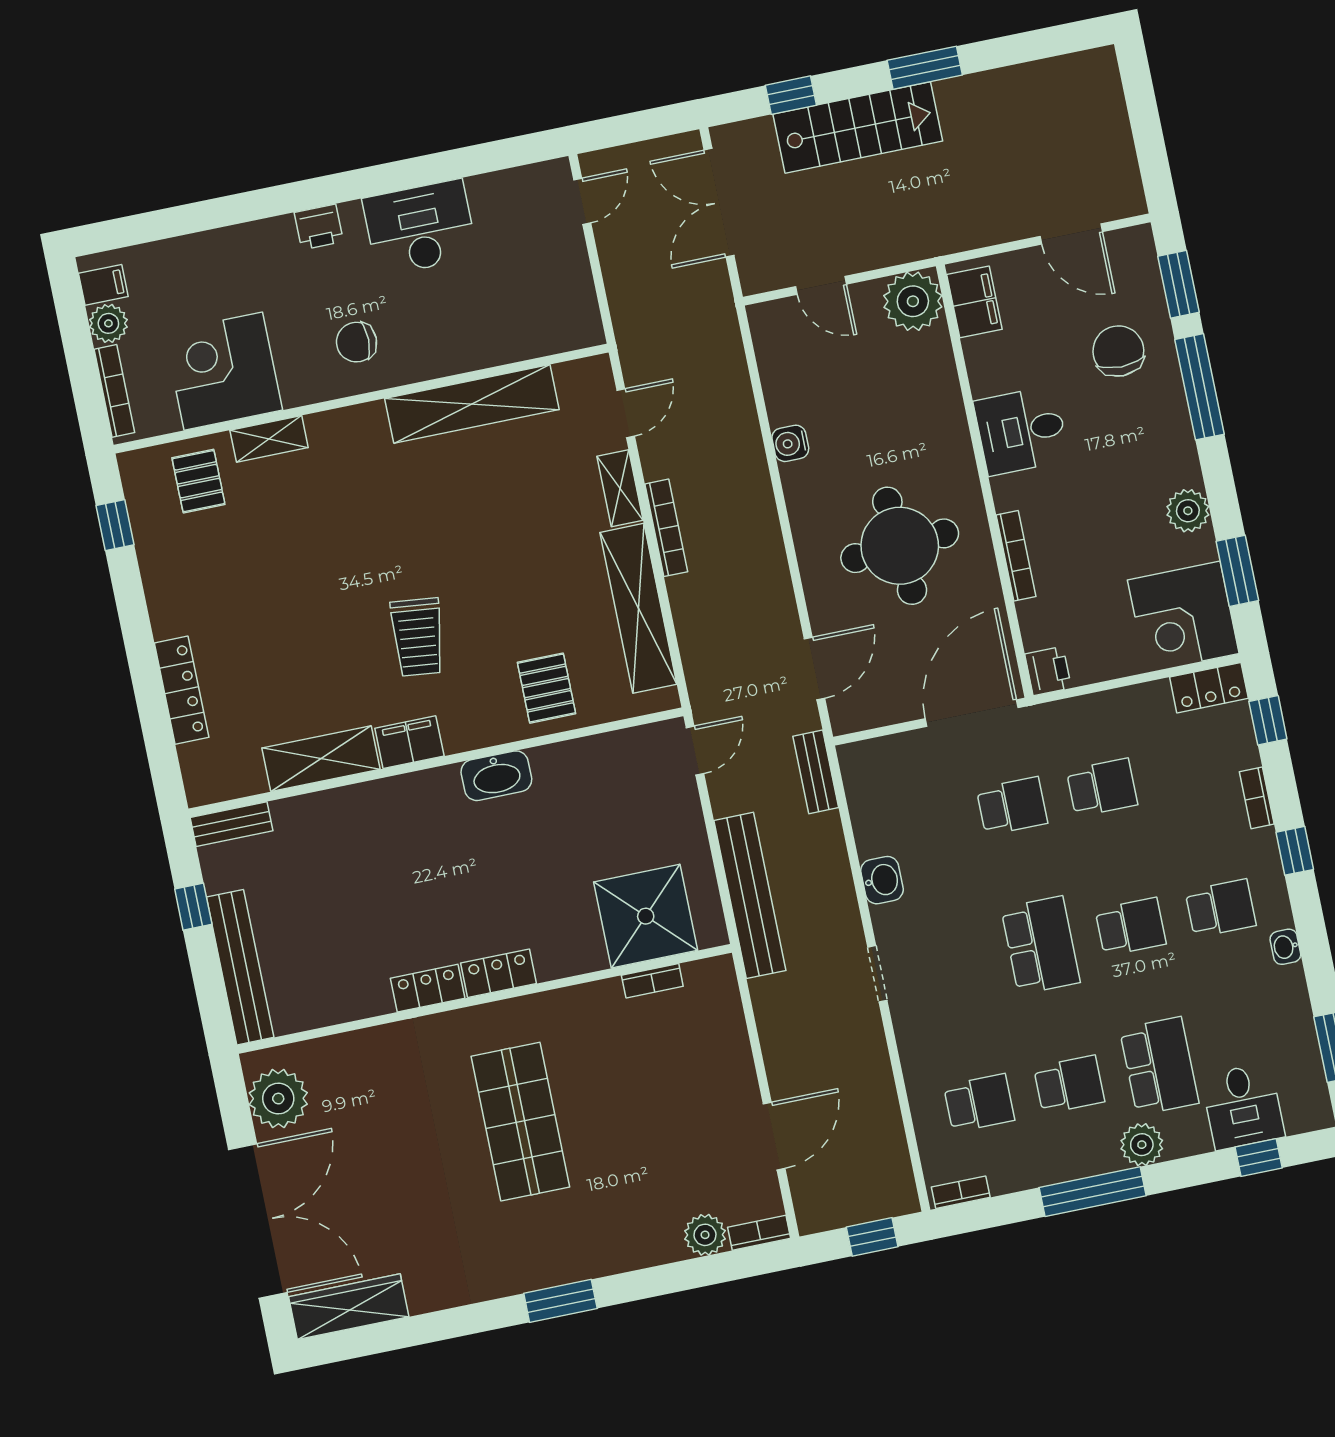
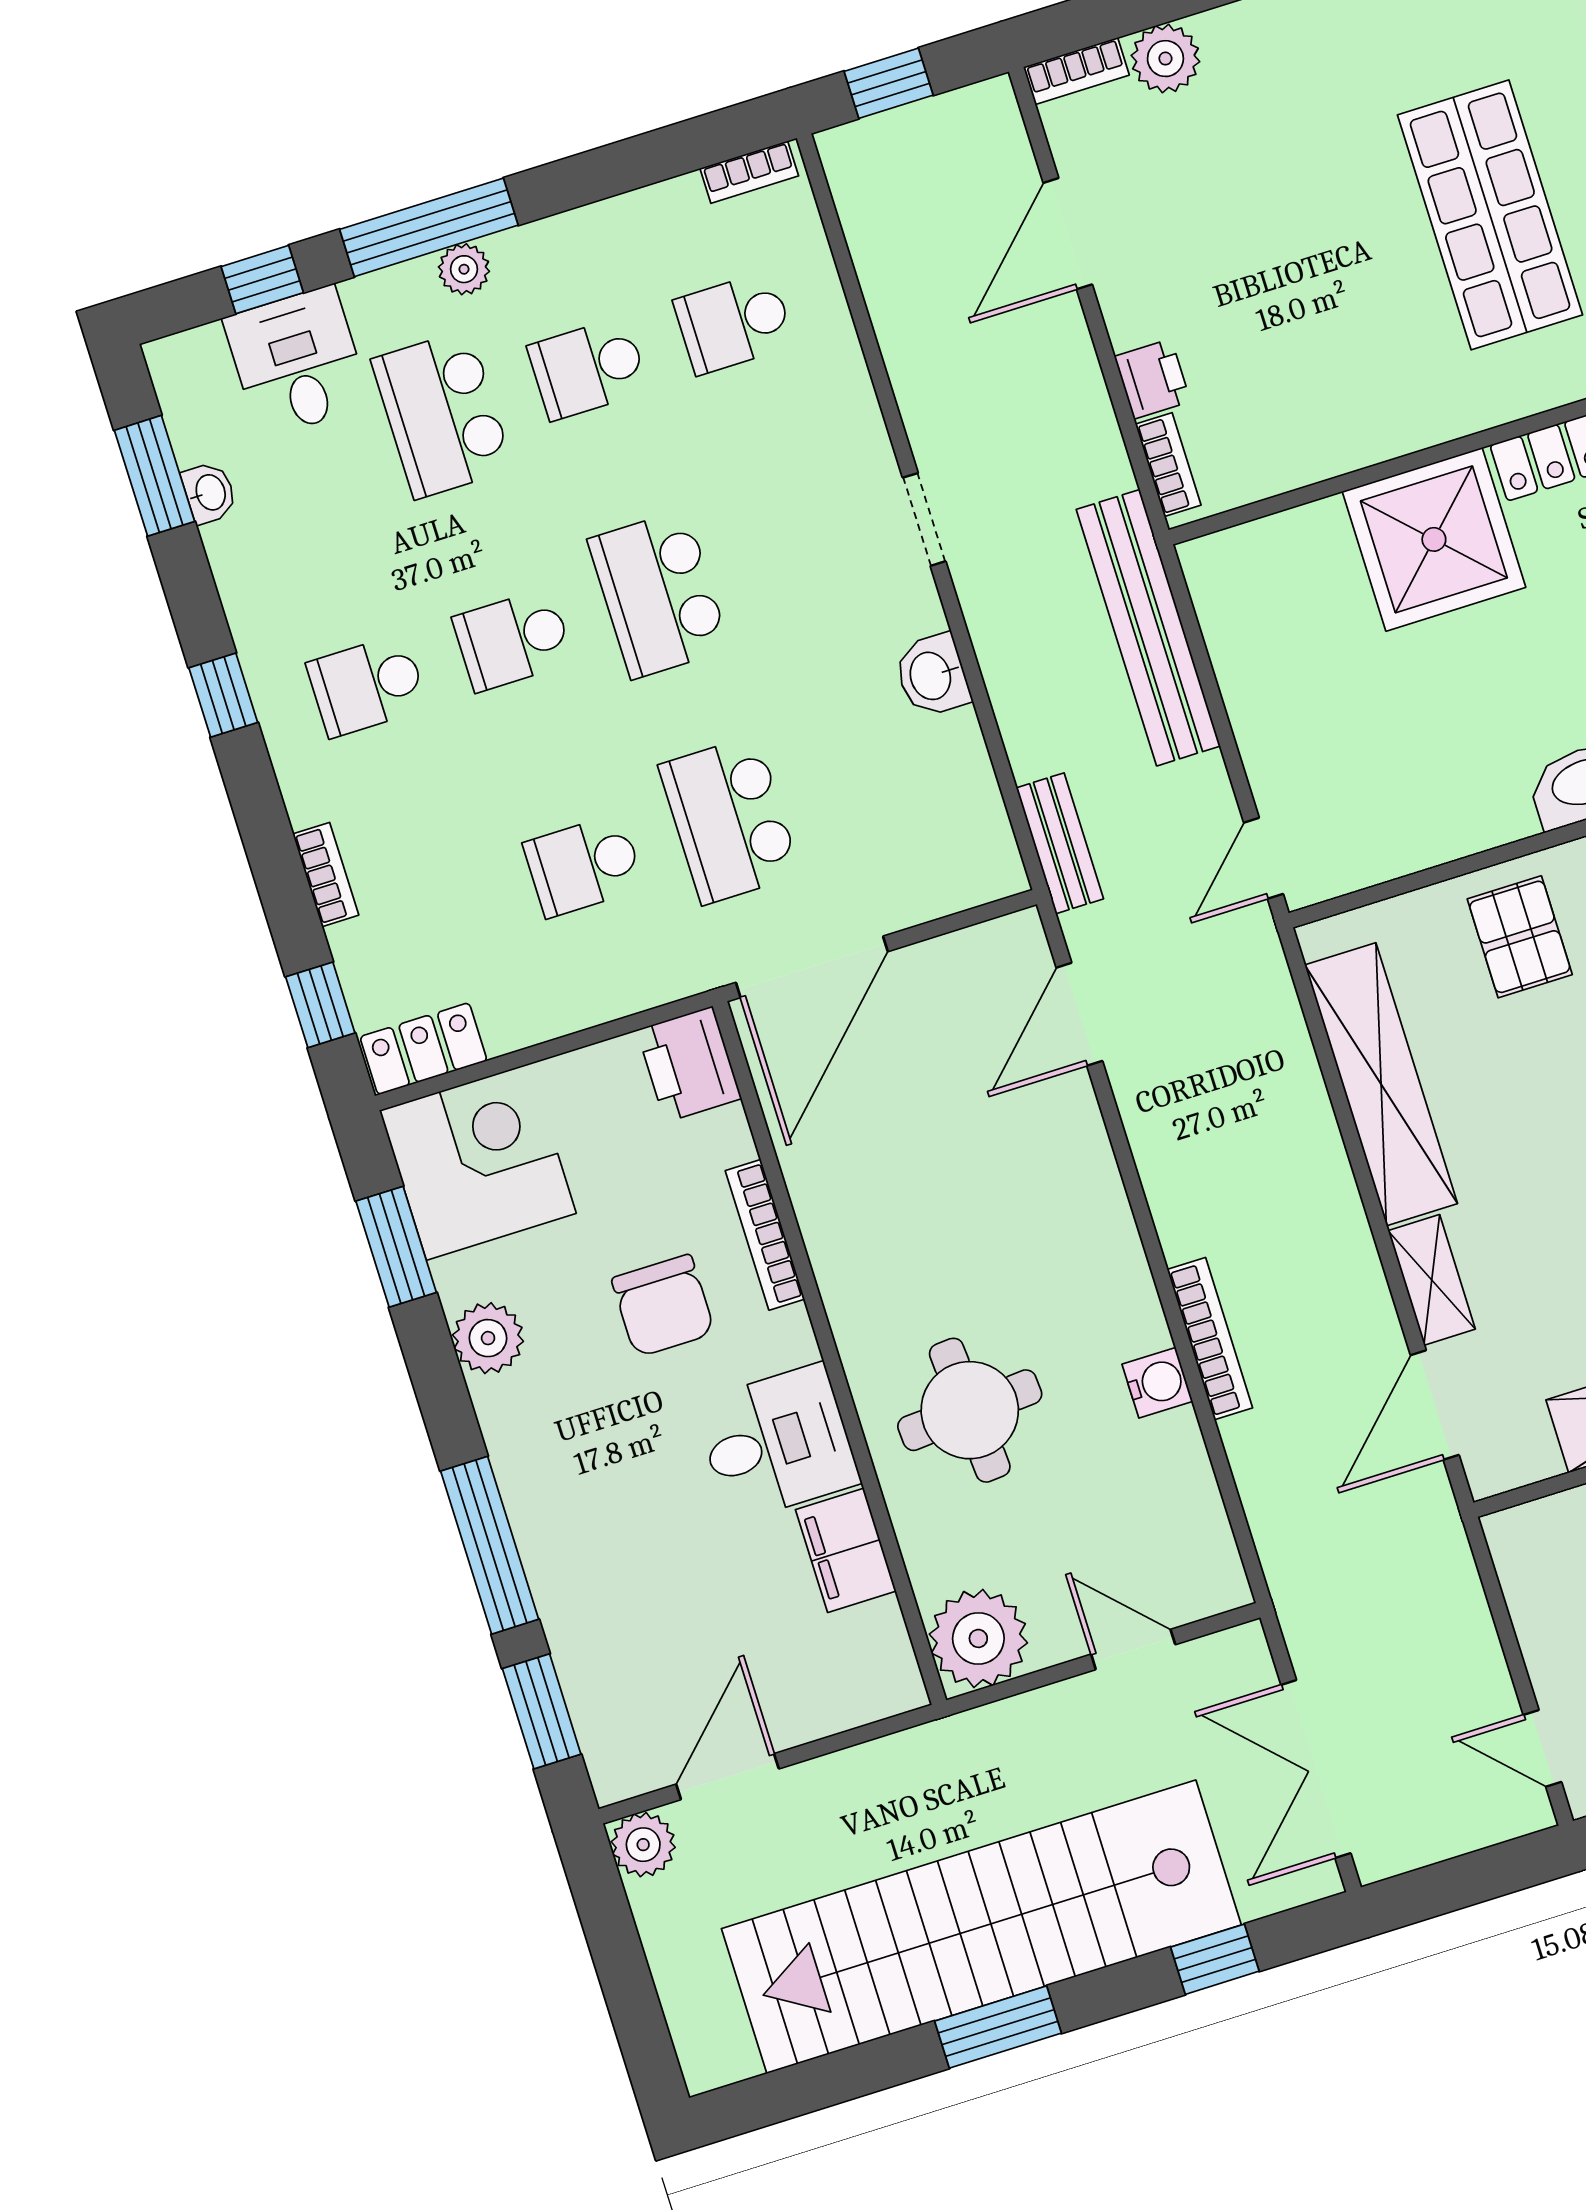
stairs: (858, 128) -> (981, 1927), width x1.86, depth x1.51
plant: (1126, 198) -> (643, 1845), added
door: (582, 201) -> (1542, 1748), hinge flipped
double door: (719, 203) -> (1316, 1769), swing flipped
door: (1071, 234) -> (728, 1777), hinge flipped
filing cabinet: (974, 302) -> (846, 1550), moved
chair: (1118, 351) -> (663, 1306), moved
door: (626, 413) -> (1435, 1405), width x1.38
bookcase: (666, 528) -> (1210, 1339), moved, turned 180
round table: (900, 546) -> (970, 1410), moved, width x0.73, depth x0.73
printer: (1048, 671) -> (689, 1064), width x1.36, depth x1.24
school desk: (1012, 806) -> (729, 820), width x1.85
window: (1295, 851) -> (223, 695), moved
shower: (646, 916) -> (1434, 539), moved
washbasin: (1285, 947) -> (209, 493), moved
bookcase: (652, 981) -> (1168, 465), moved, turned 90
printer: (732, 1044) -> (1152, 379), added
plant: (1142, 1145) -> (464, 269), width x0.73, depth x0.73
window: (1093, 1192) -> (429, 227), moved

